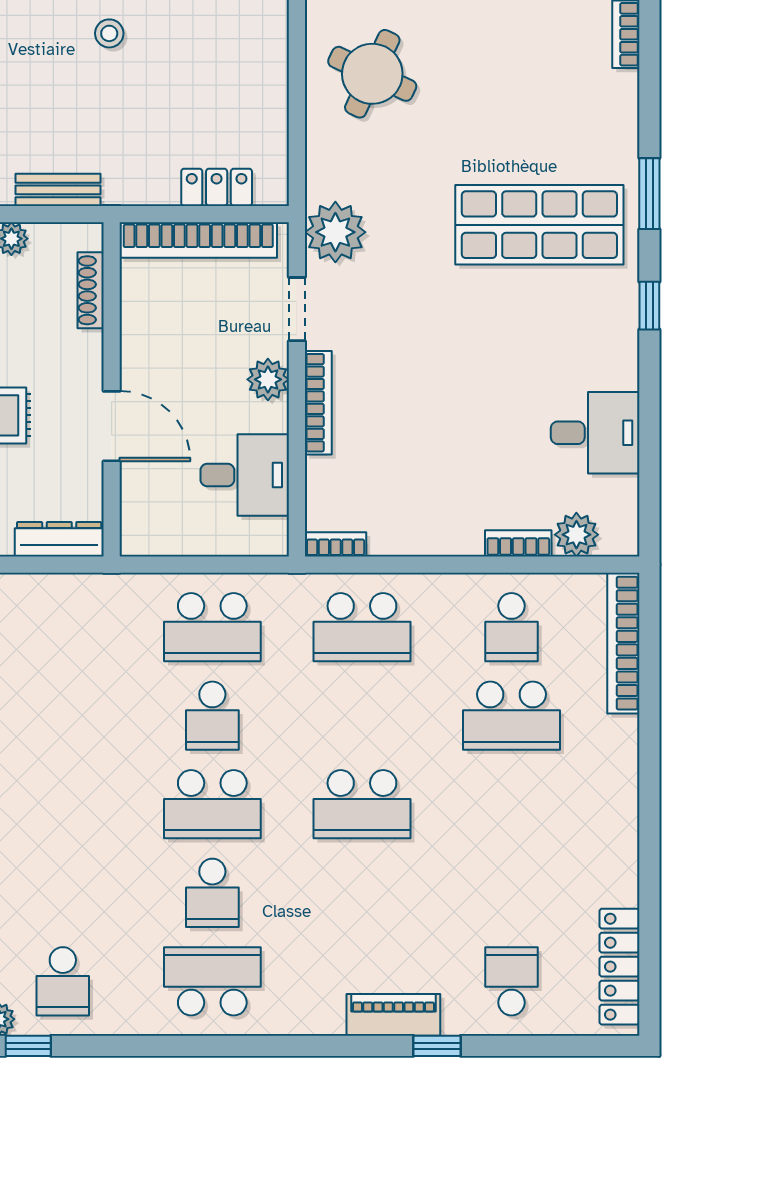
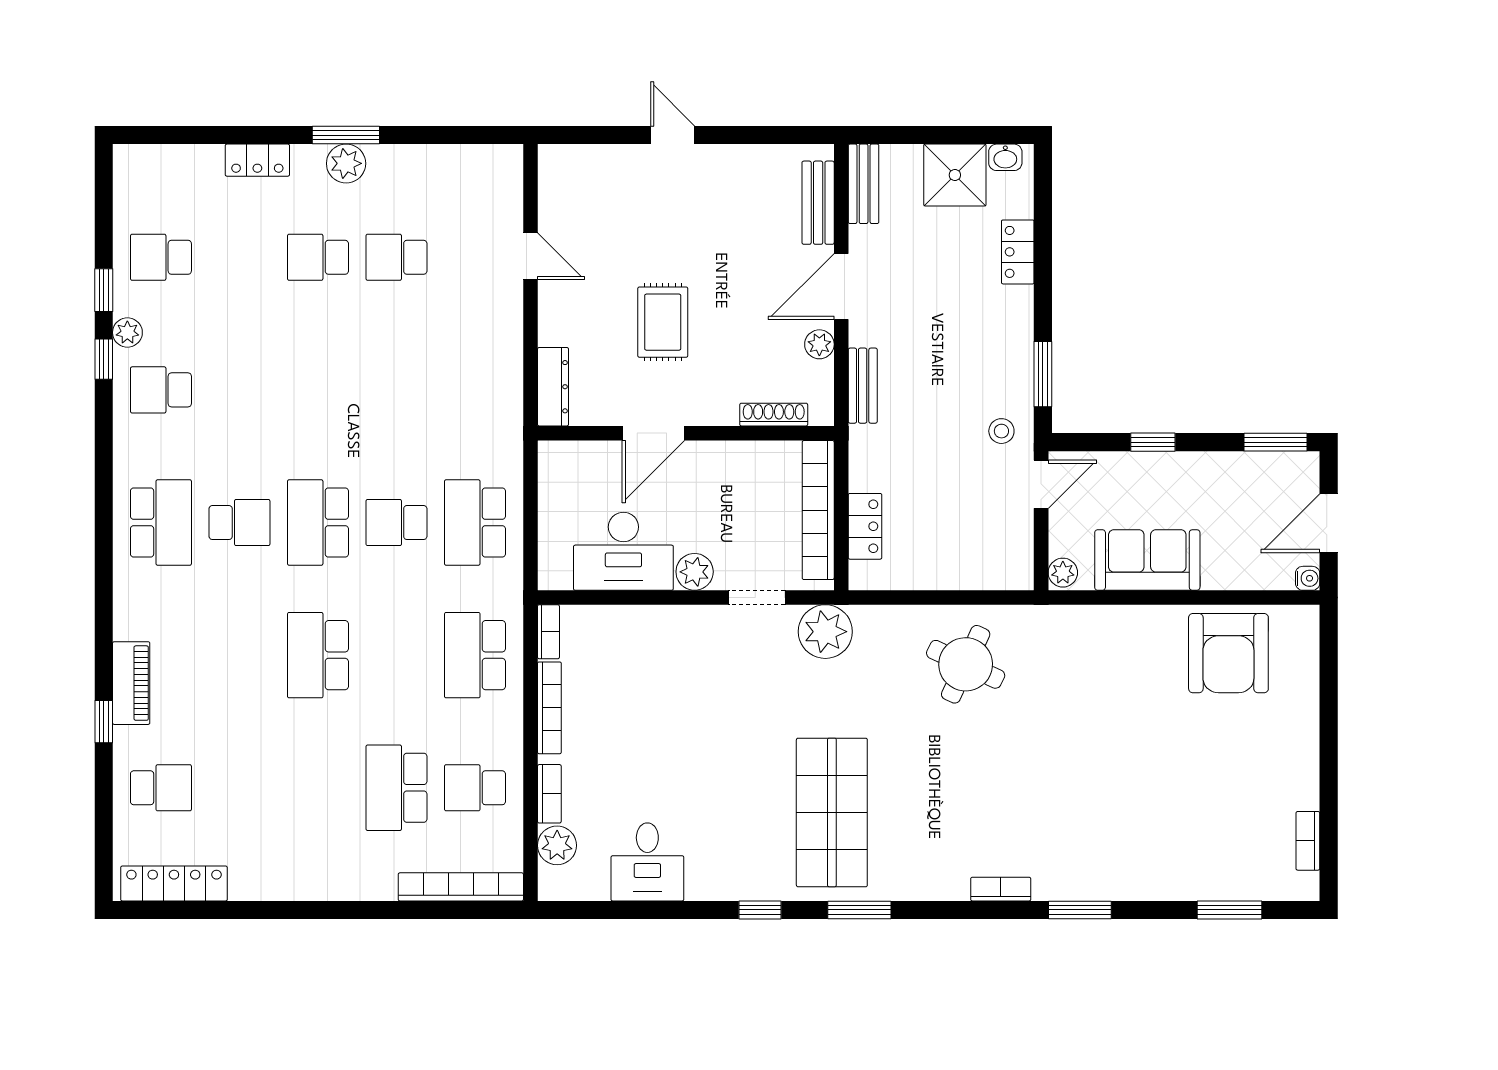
bookcase: (318, 403) -> (549, 708), moved, turned -90
desk: (245, 475) -> (623, 551), width x1.37
school desk: (212, 893) -> (239, 523), turned 180

